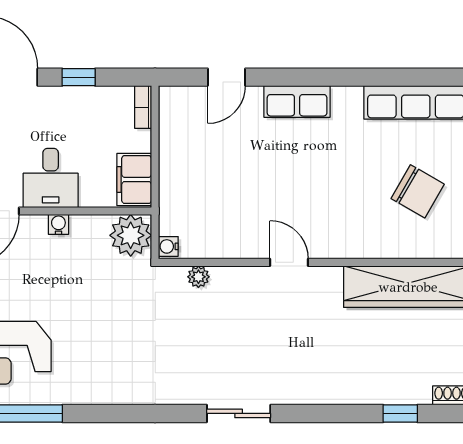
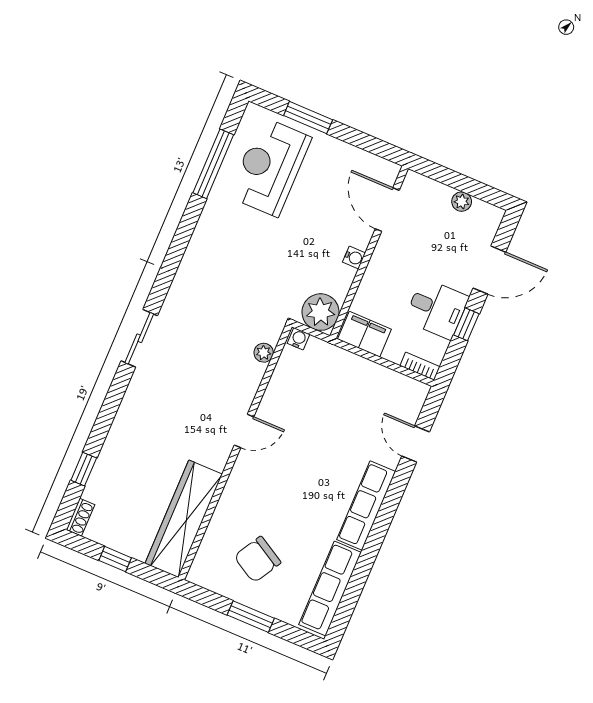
row of seats: (297, 101) -> (366, 506), width x1.48
desk: (51, 178) -> (437, 309), moved, turned 180

